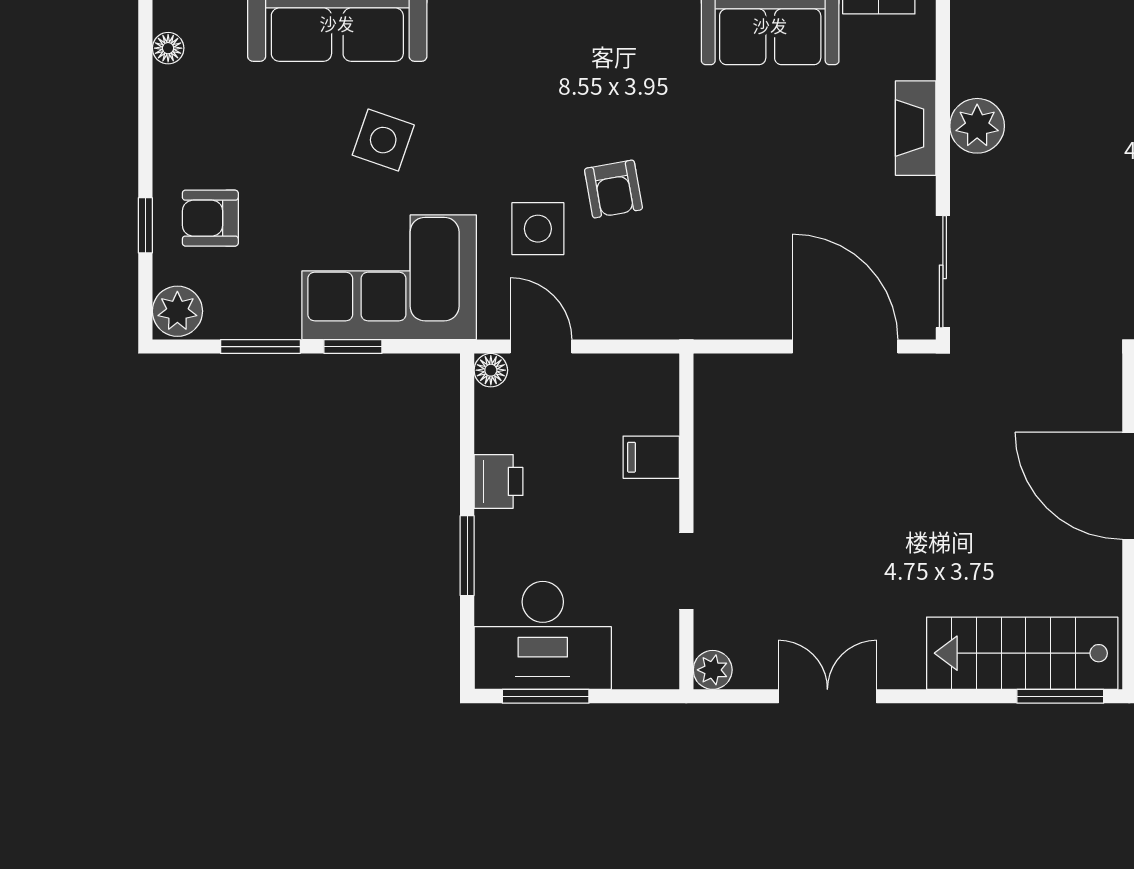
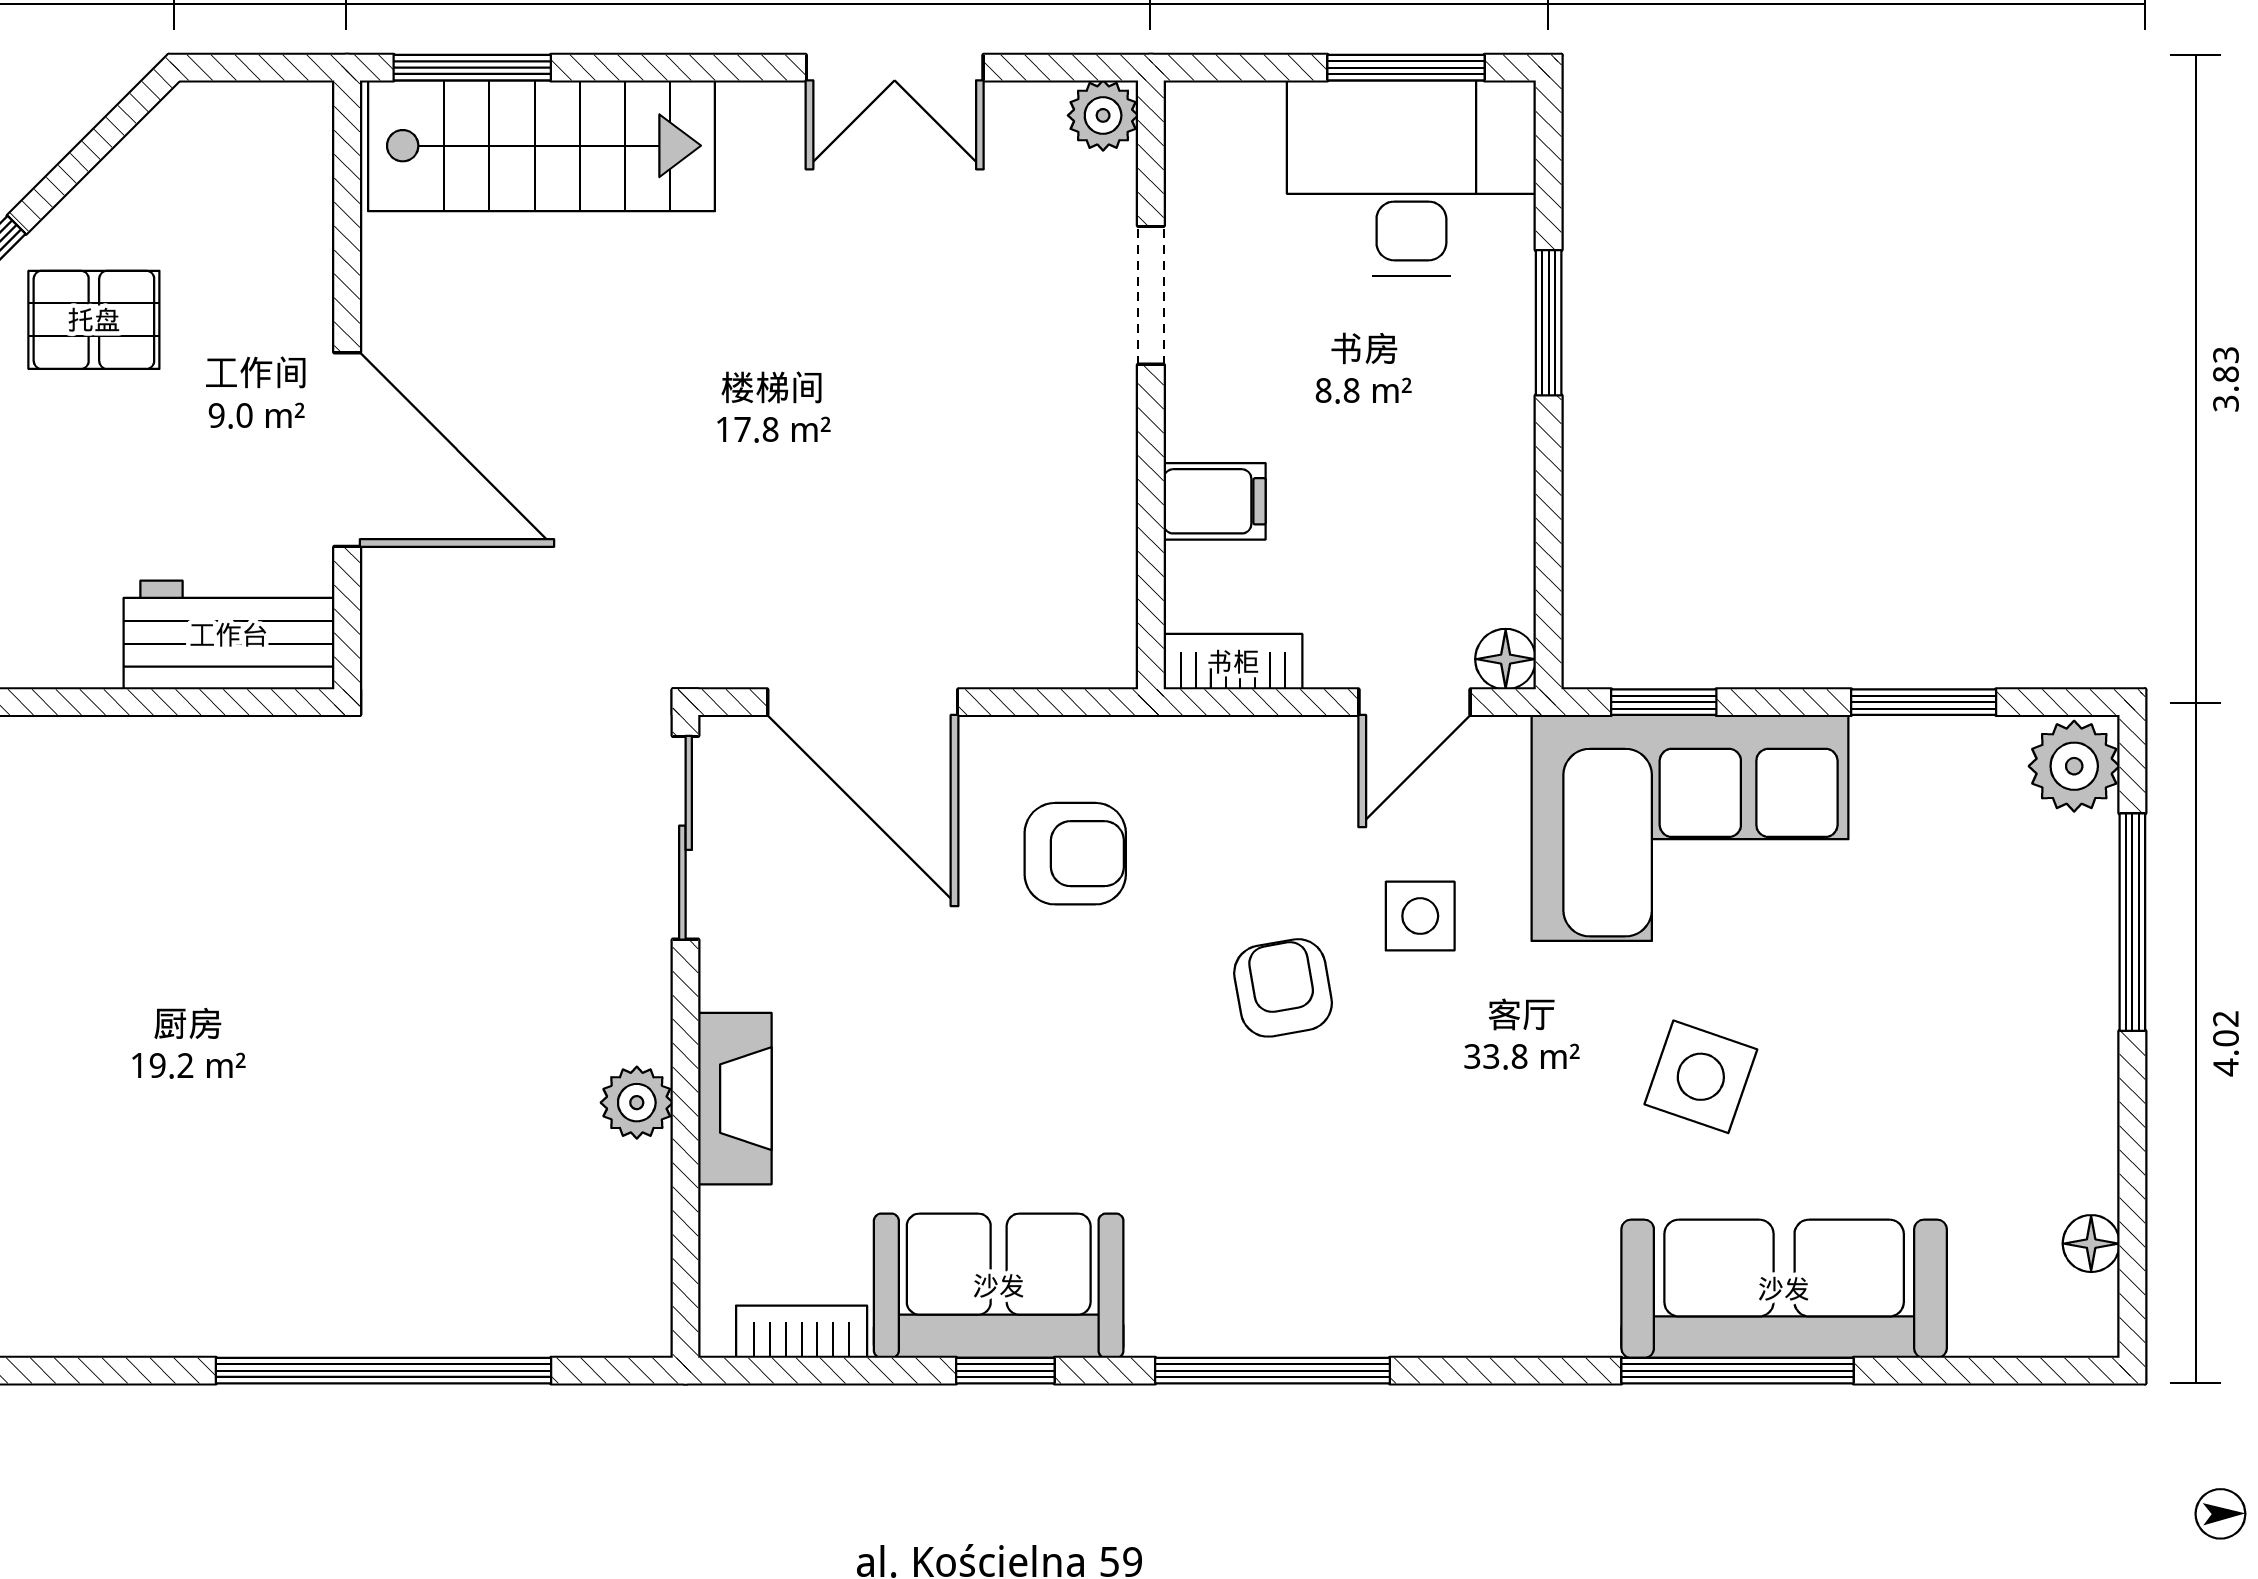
plant: (977, 126) -> (637, 1103), width x0.73, depth x0.73
armchair: (210, 218) -> (1075, 854), moved
window: (145, 225) -> (2132, 922), width x2.17
side table: (538, 229) -> (1420, 916), width x0.73, depth x0.73
window: (353, 347) -> (1664, 702), moved
door: (541, 347) -> (1415, 702), hinge flipped
bookcase: (641, 369) -> (1233, 662), added
printer: (499, 481) -> (1492, 457), removed

